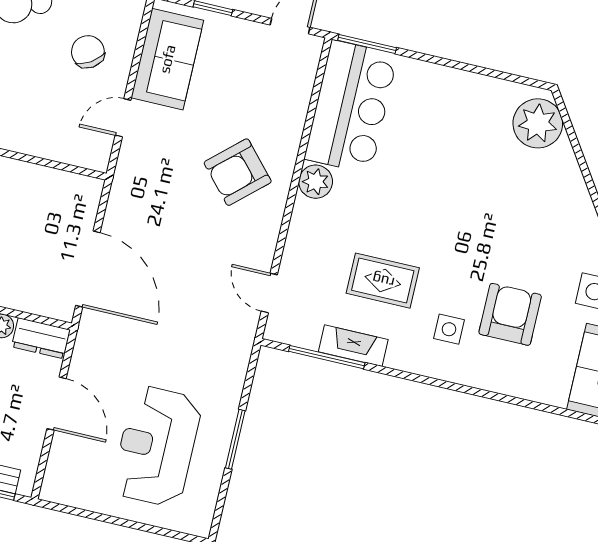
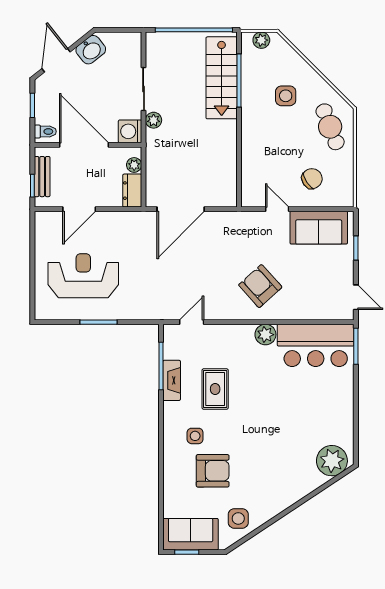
door: (57, 404) -> (79, 209), moved

